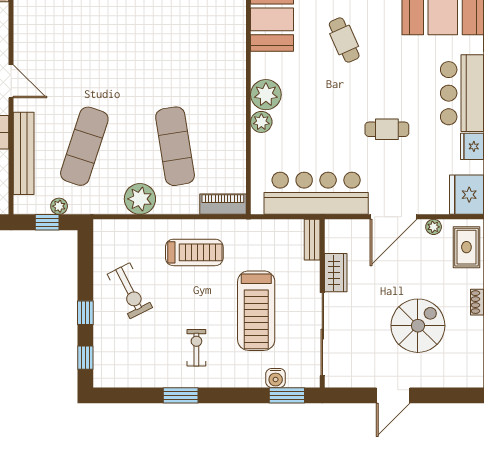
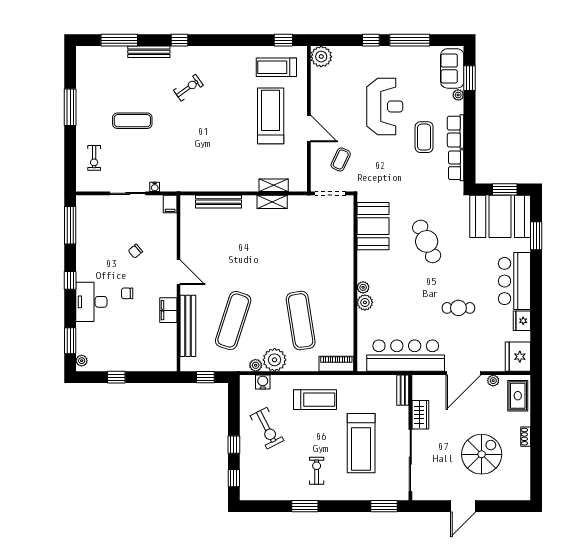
cafe table: (344, 40) -> (427, 241), width x1.37, depth x1.35
plant: (266, 95) -> (363, 287), width x0.53, depth x0.53
plant: (59, 206) -> (256, 365), moved
water cooler: (276, 378) -> (263, 382), moved, turned 180

